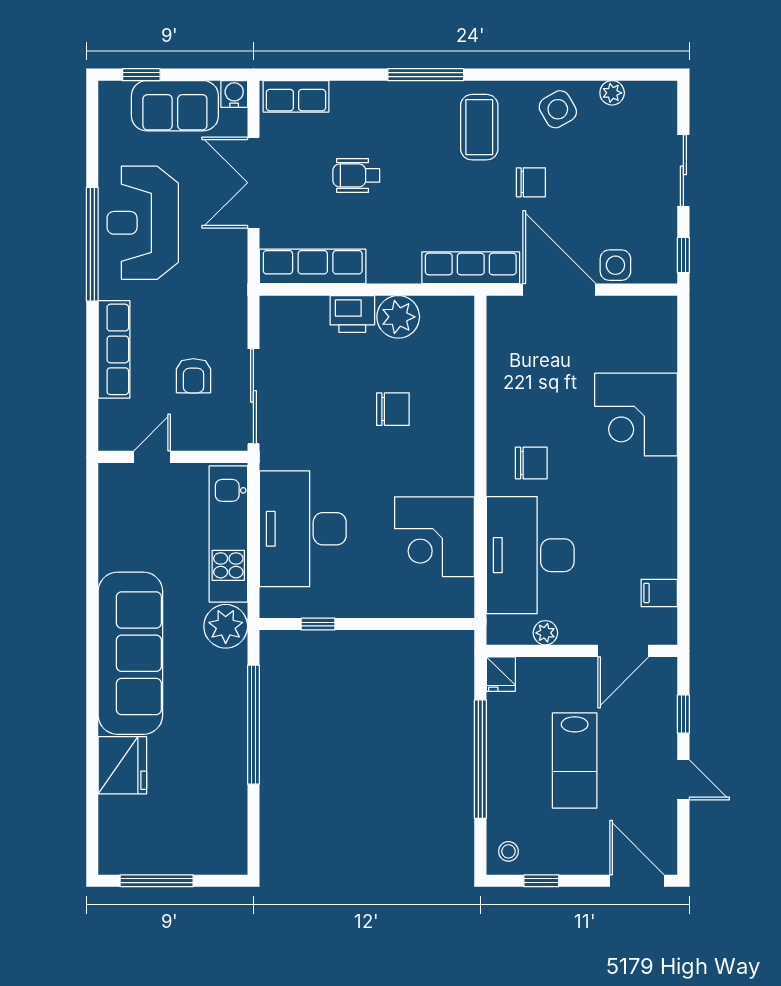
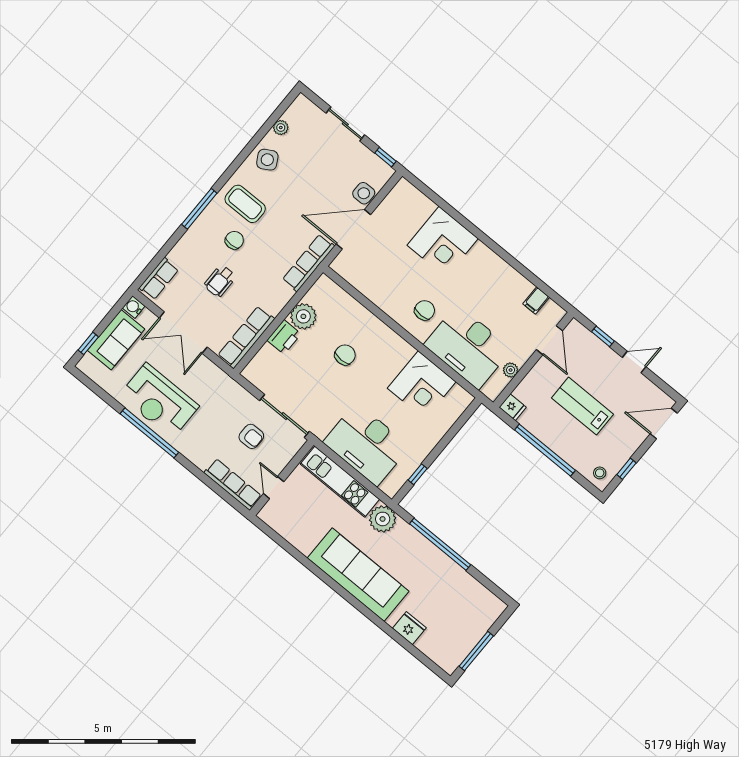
chair: (531, 182) -> (234, 240), moved
row of seats: (114, 349) -> (233, 484), moved
lab bench: (575, 761) -> (582, 406), turned 180
fridge: (122, 765) -> (409, 628), width x0.73, depth x0.75

